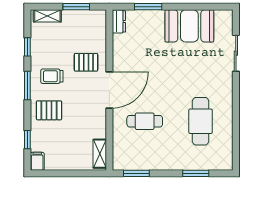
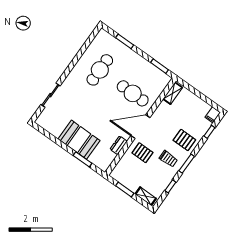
dresser: (119, 21) -> (119, 145), moved
booth: (189, 26) -> (79, 140), moved
cafe table: (145, 121) -> (133, 93), width x1.37, depth x1.35

